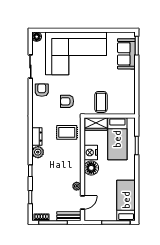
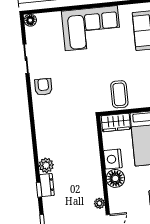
corner sofa: (76, 53) -> (91, 28), width x0.73, depth x0.74
armchair: (67, 101) -> (77, 98), removed
rug: (67, 132) -> (80, 137), removed
dresser: (37, 137) -> (47, 185), moved

